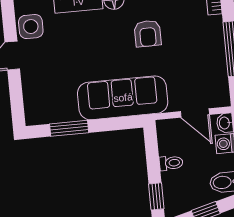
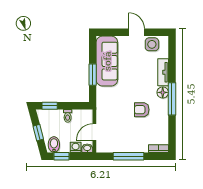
sofa: (123, 98) -> (107, 61), moved
window: (69, 128) -> (93, 75), moved

